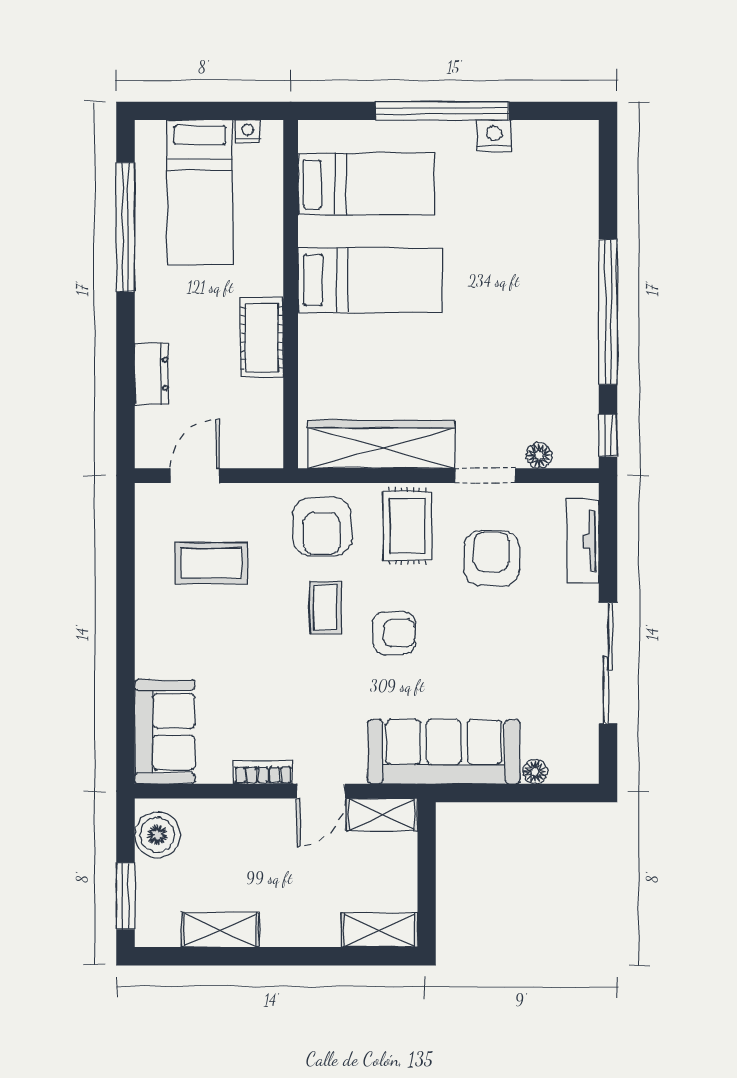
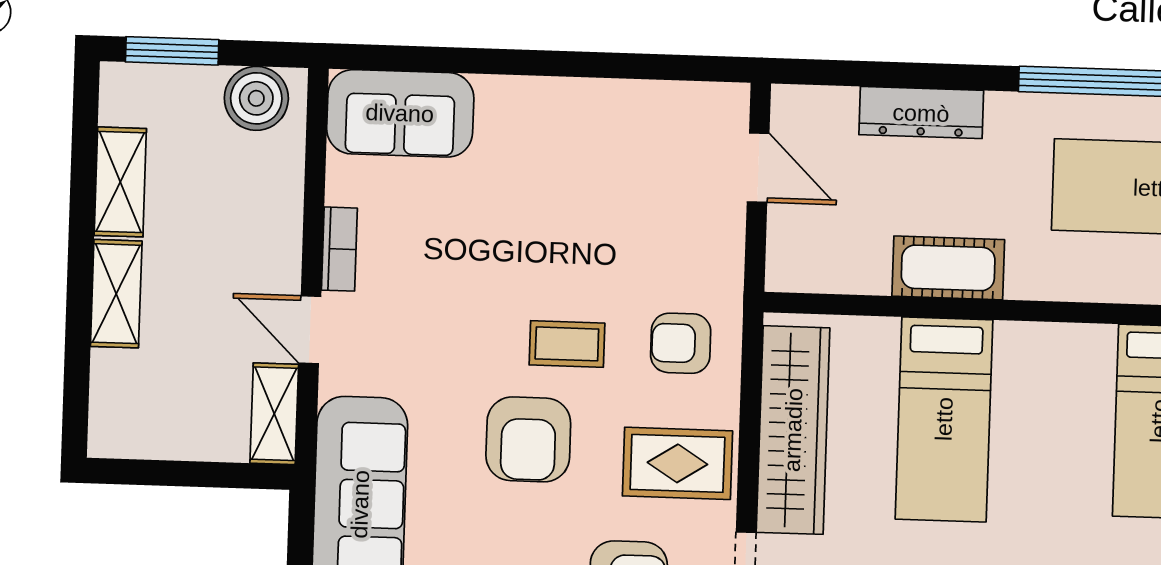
bed: (370, 280) -> (944, 419), moved
dresser: (152, 374) -> (921, 113), width x1.44
armchair: (322, 527) -> (681, 343), width x0.72, depth x0.72
coffee table: (211, 563) -> (635, 186), removed
armchair: (394, 633) -> (528, 439), width x1.38, depth x1.38
shelving: (379, 930) -> (116, 294), moved

